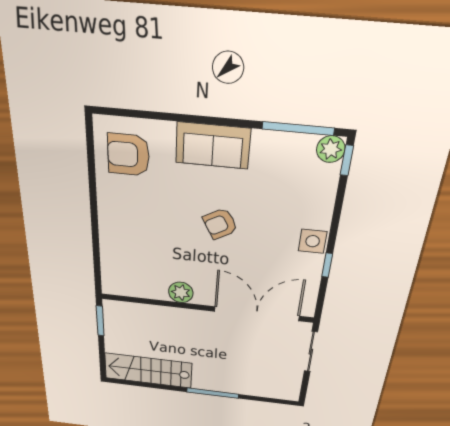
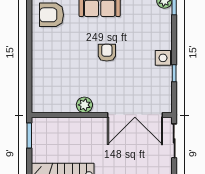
armchair: (220, 224) -> (107, 53), turned 119
double door: (257, 314) -> (135, 115), swing flipped

